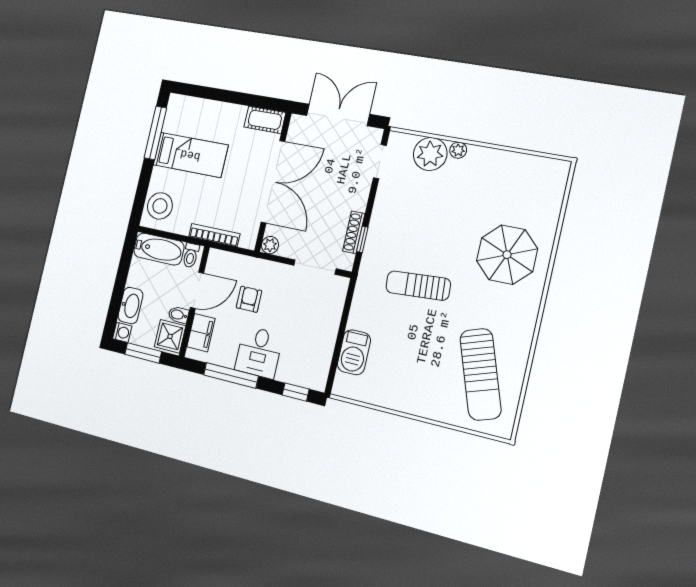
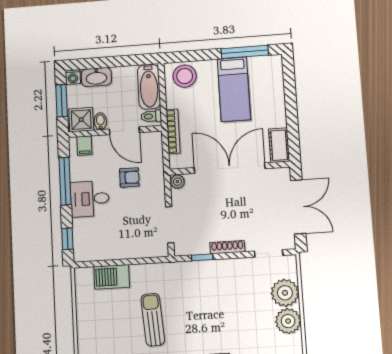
plant: (458, 150) -> (288, 321), width x1.87, depth x1.87
double door: (273, 182) -> (230, 168), swing flipped
shoe rack: (354, 232) -> (227, 247), moved
sun lounger: (418, 286) -> (153, 320), moved
filing cabinet: (201, 333) -> (84, 146), width x0.50

